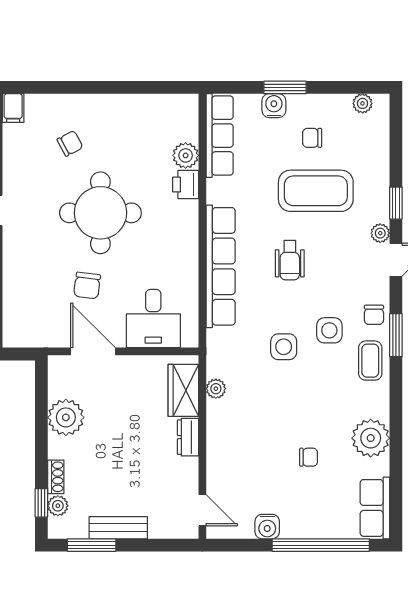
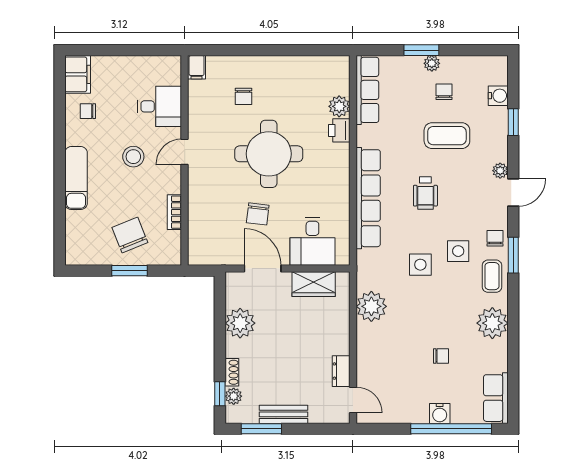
plant: (363, 103) -> (432, 63), moved
water cooler: (274, 106) -> (498, 96), moved, turned 90
chair: (312, 138) -> (444, 92), turned 90
chair: (70, 143) -> (244, 96), turned 118
coffee table: (316, 191) -> (447, 136), width x0.73, depth x0.76
window: (396, 203) -> (513, 122), moved
chair: (374, 315) -> (495, 238), turned 180
plant: (216, 389) -> (371, 306), width x1.87, depth x1.87
wardrobe: (183, 390) -> (314, 284), moved, turned -90
dresser: (188, 437) -> (341, 371), moved
plant: (371, 438) -> (492, 323), moved
water cooler: (267, 527) -> (440, 413), moved

